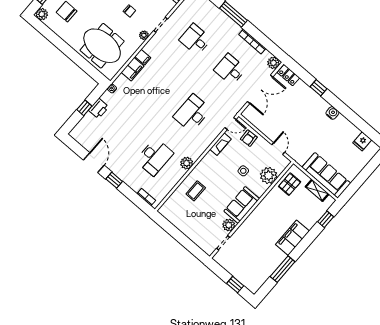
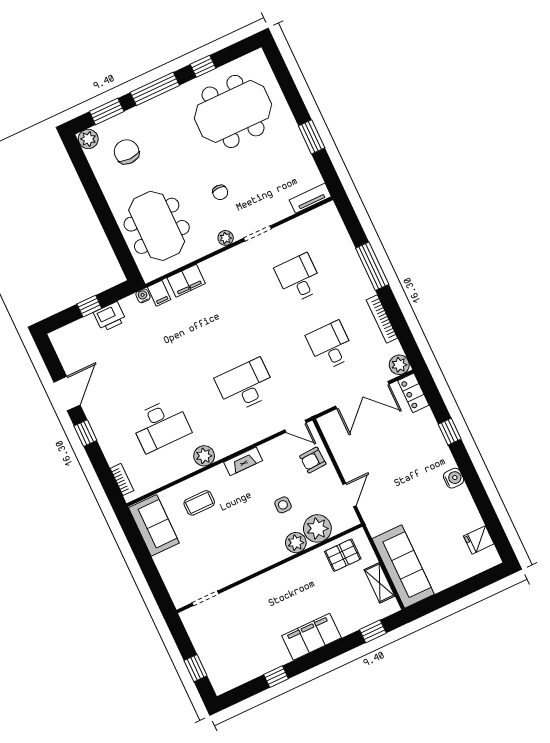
filing cabinet: (143, 57) -> (159, 293), moved
fireplace: (221, 144) -> (243, 461), moved
sofa: (242, 205) -> (154, 525), moved, turned 90
plant: (229, 225) -> (296, 543), moved
window: (283, 269) -> (276, 677), width x0.46

